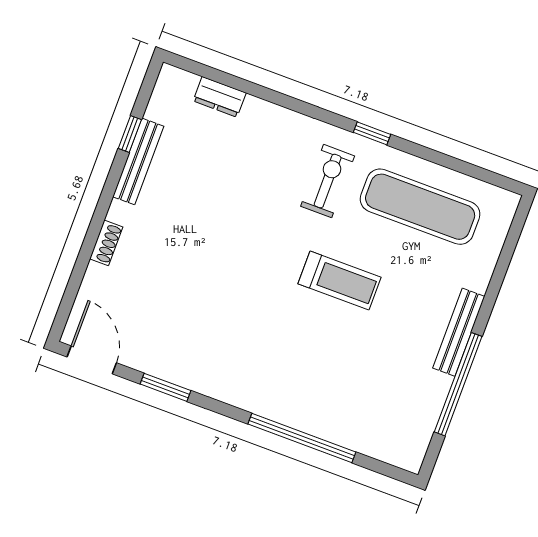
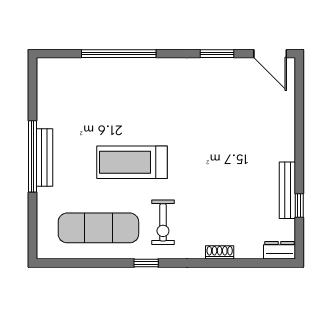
dresser: (220, 97) -> (279, 250), moved
shoe rack: (106, 243) -> (220, 252), moved, turned 90
treadmill: (340, 281) -> (132, 162), width x1.37, depth x1.37
window: (458, 384) -> (33, 156), moved

